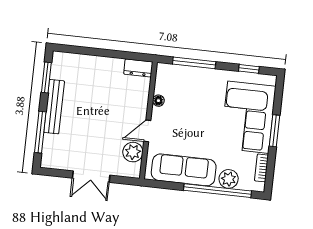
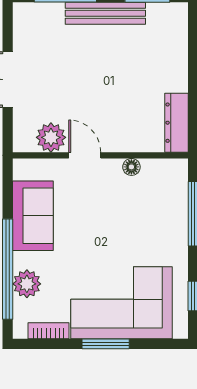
dresser: (138, 68) -> (177, 123), width x1.44
sofa: (184, 170) -> (33, 216), width x0.73

